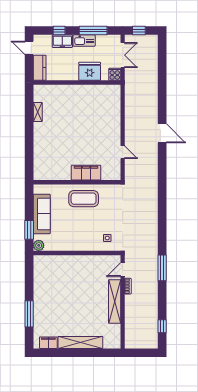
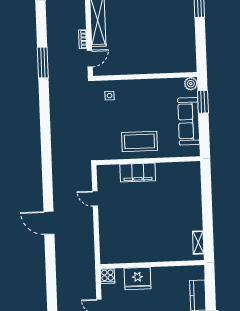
fridge: (90, 71) -> (138, 279), moved
cooker: (115, 74) -> (108, 276), moved
wall: (77, 83) -> (152, 265), moved

